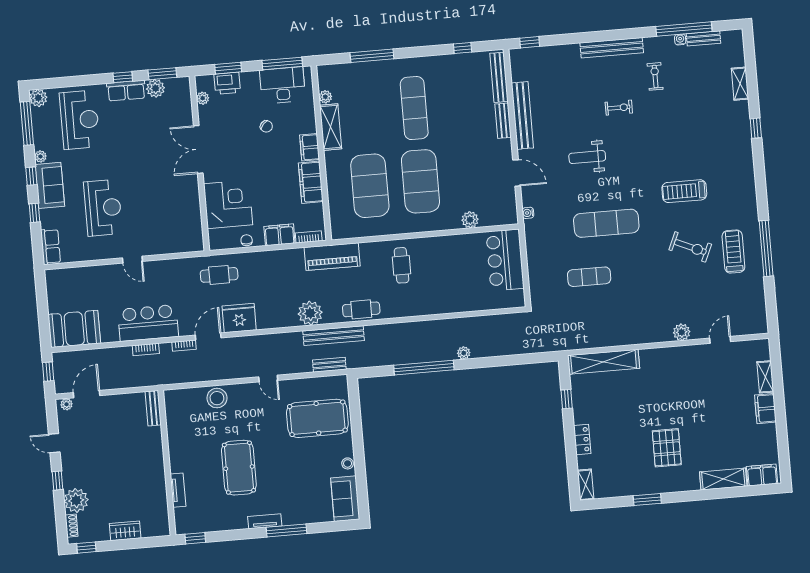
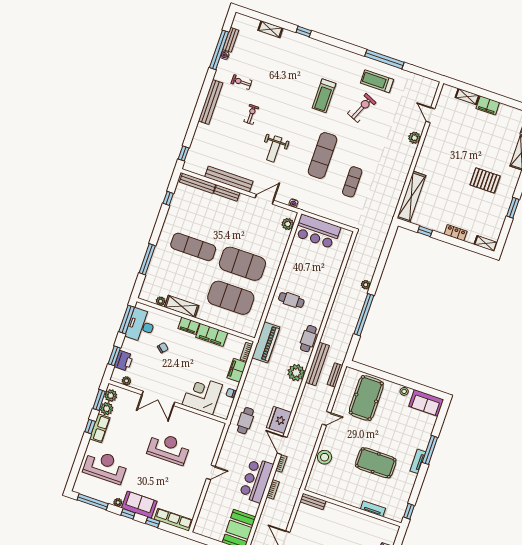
plant: (38, 98) -> (111, 396), moved
reception desk: (103, 208) -> (169, 448), moved
plant: (470, 220) -> (288, 224), moved
row of seats: (51, 247) -> (173, 520), width x1.48

